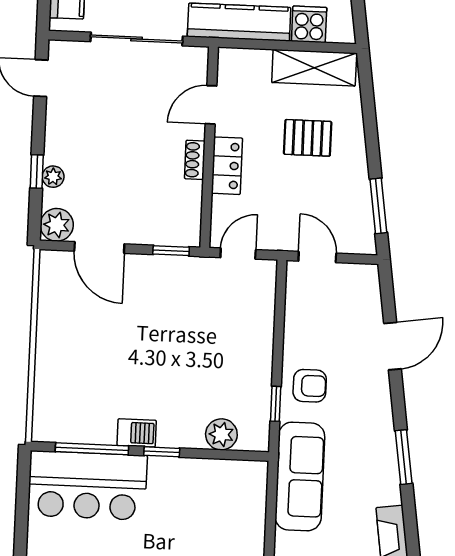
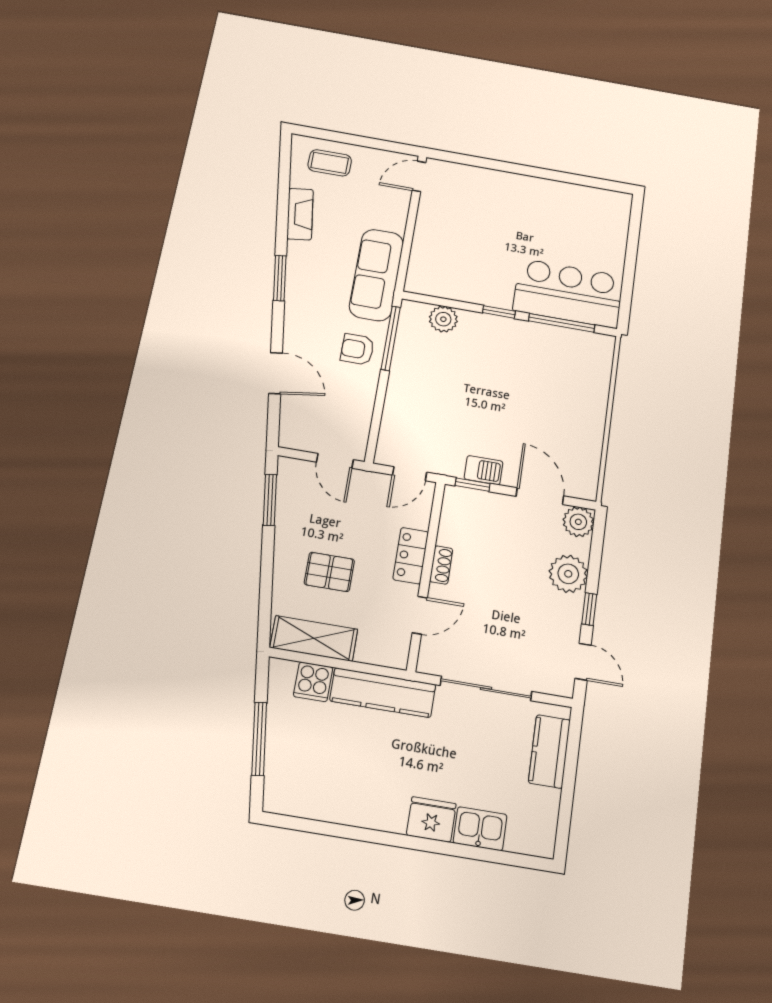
window: (37, 171) -> (589, 609), moved
plant: (53, 177) -> (568, 574), width x1.88, depth x1.88
door: (392, 346) -> (276, 373), swing flipped
window: (276, 404) -> (391, 338), width x2.17
barbecue: (137, 433) -> (484, 470), moved, turned 180

